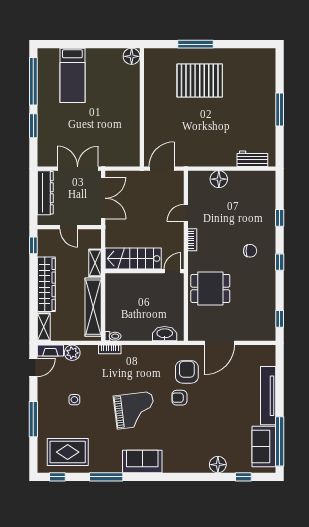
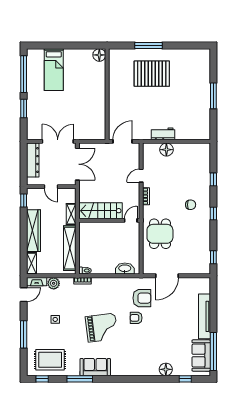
workbench: (252, 159) -> (163, 134), moved
dining table: (210, 288) -> (160, 234), turned 90
armchair: (187, 372) -> (142, 298), turned 90
sofa: (142, 462) -> (95, 367), moved

